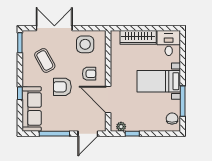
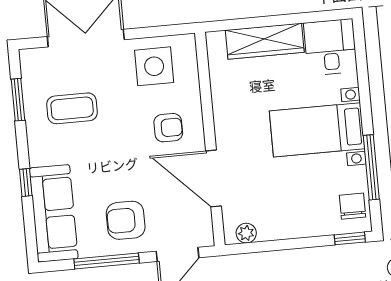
window: (20, 43) -> (18, 100), moved
coffee table: (45, 60) -> (72, 108), turned -61
armchair: (62, 87) -> (126, 220), moved
window: (132, 134) -> (350, 238), moved

